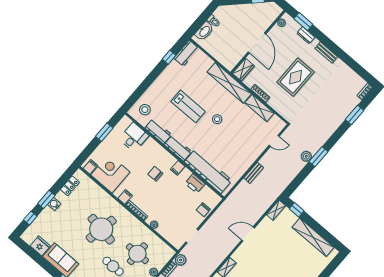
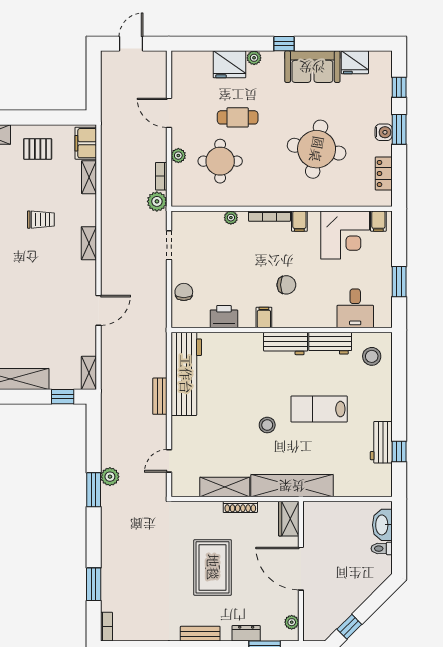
workbench: (186, 53) -> (381, 442), moved
workbench: (208, 171) -> (186, 374), moved, turned -90
round table: (101, 229) -> (317, 149), moved

